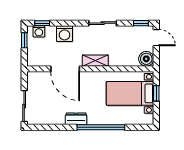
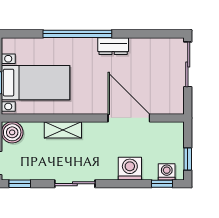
shelving: (95, 61) -> (63, 130), moved

